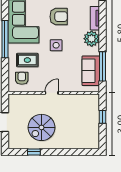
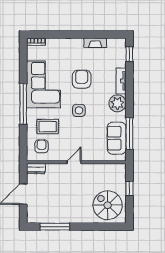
armchair: (59, 17) -> (82, 79), turned -90
dresser: (17, 99) -> (36, 169), added
spiral stairs: (41, 127) -> (108, 205), moved, turned 90
window: (34, 152) -> (55, 227), width x2.17

